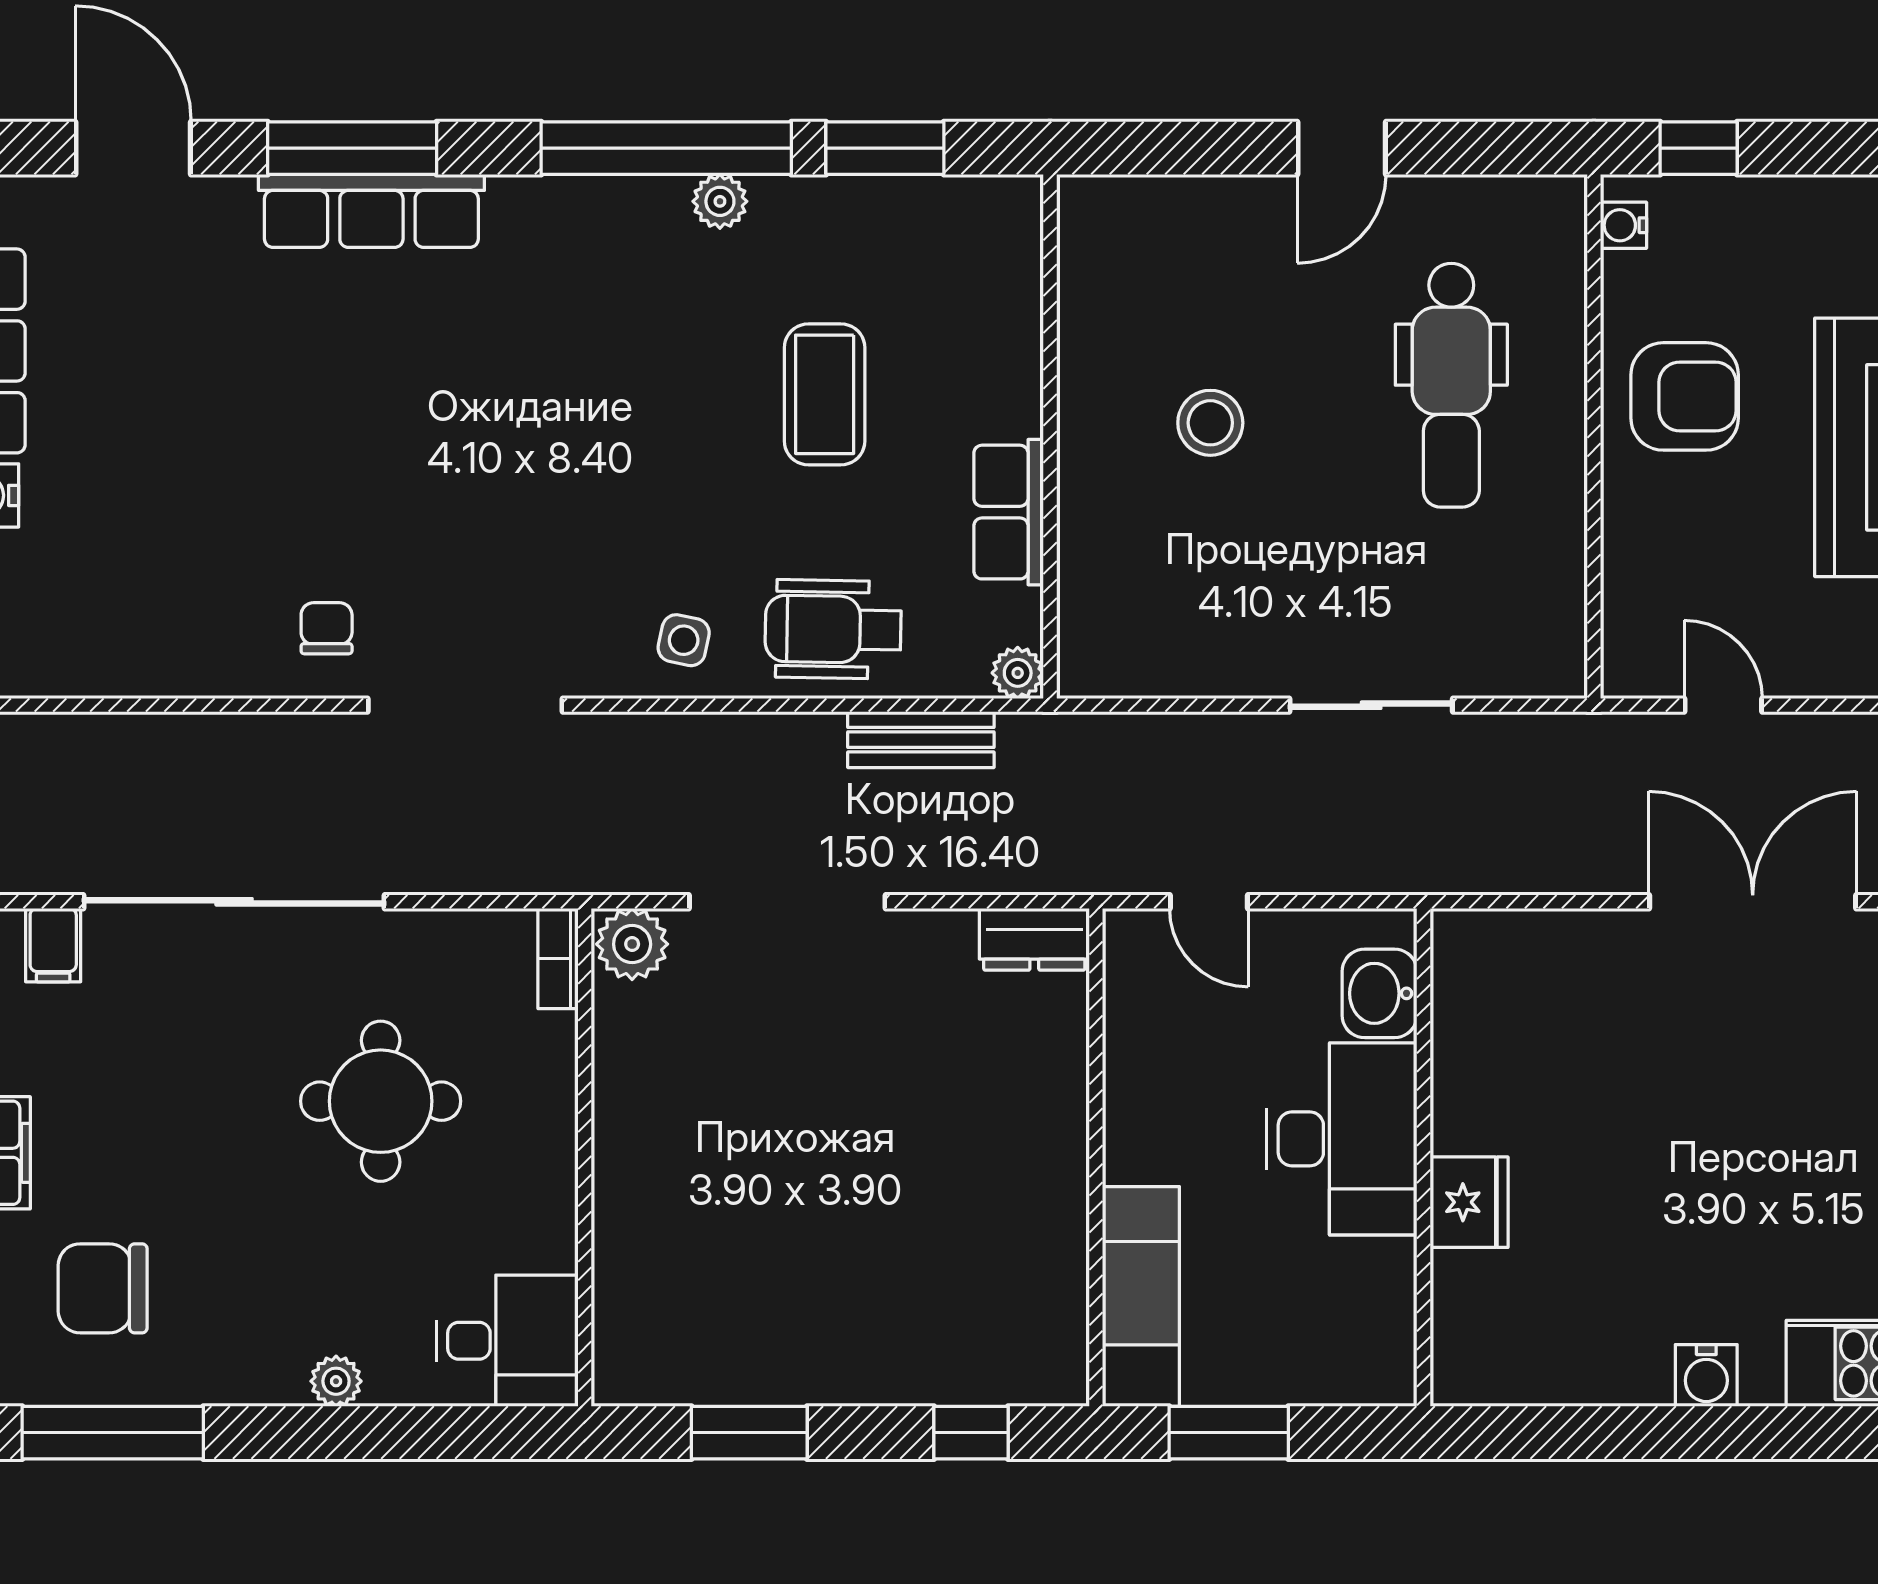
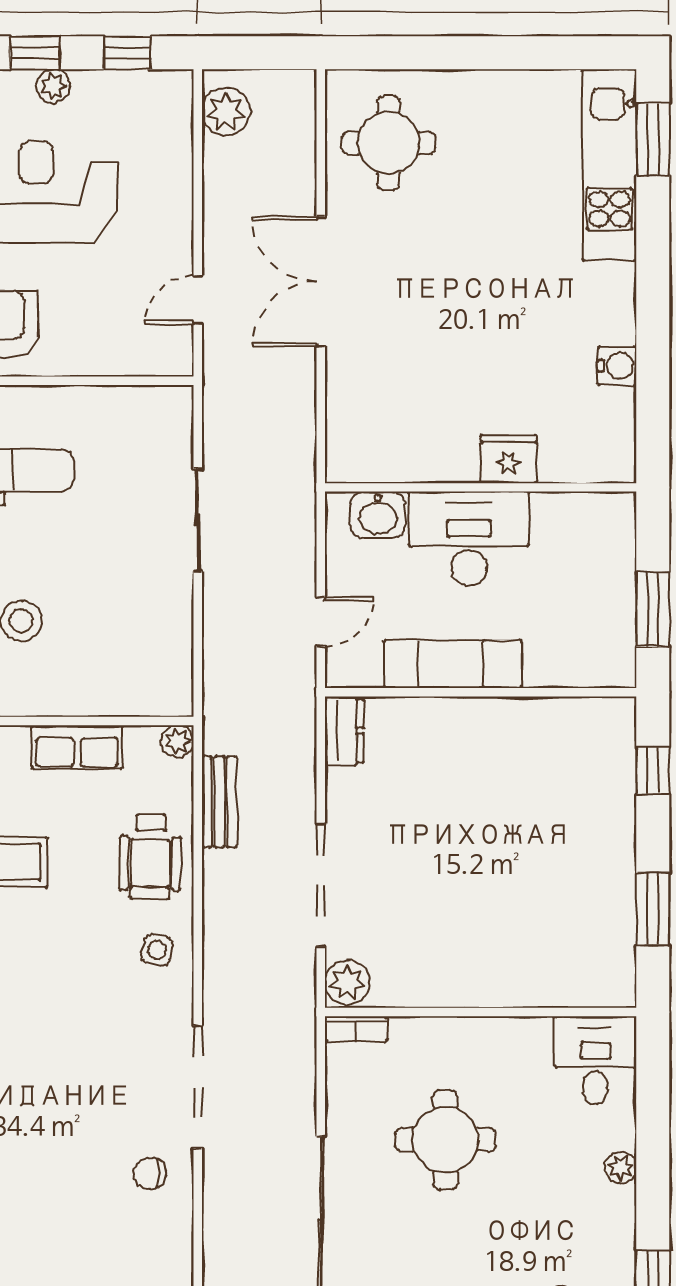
exam couch: (1141, 1297) -> (453, 664), moved
water cooler: (1706, 1376) -> (617, 366), moved

